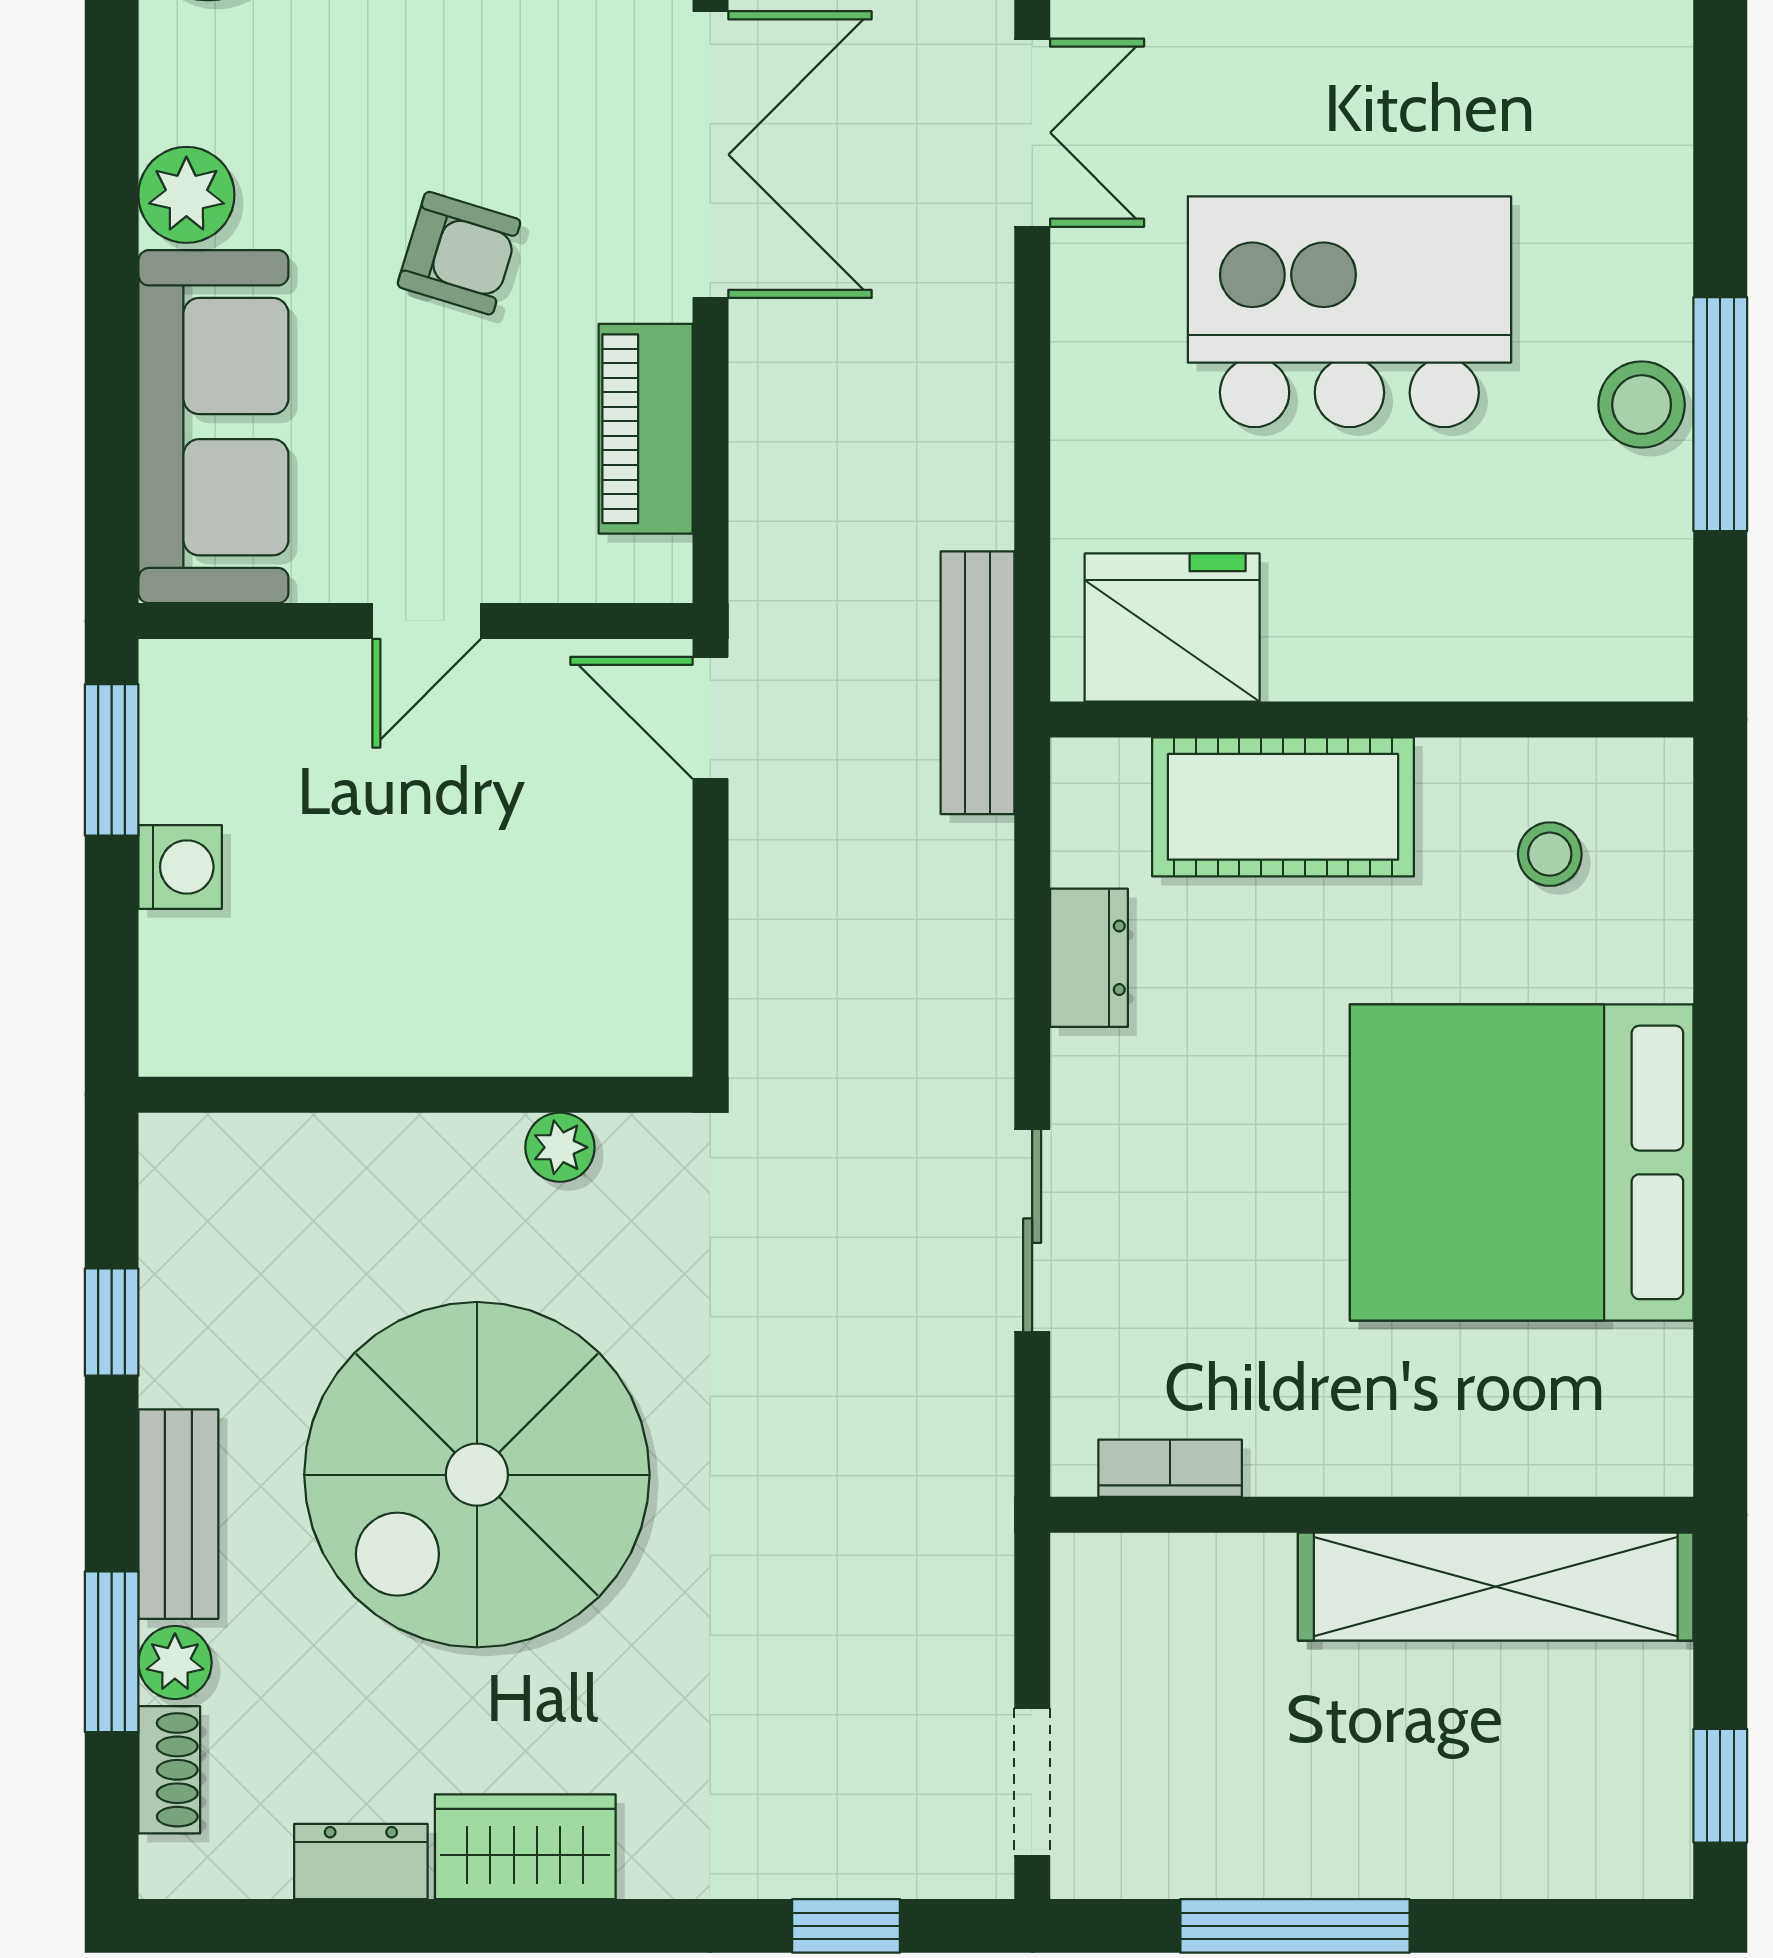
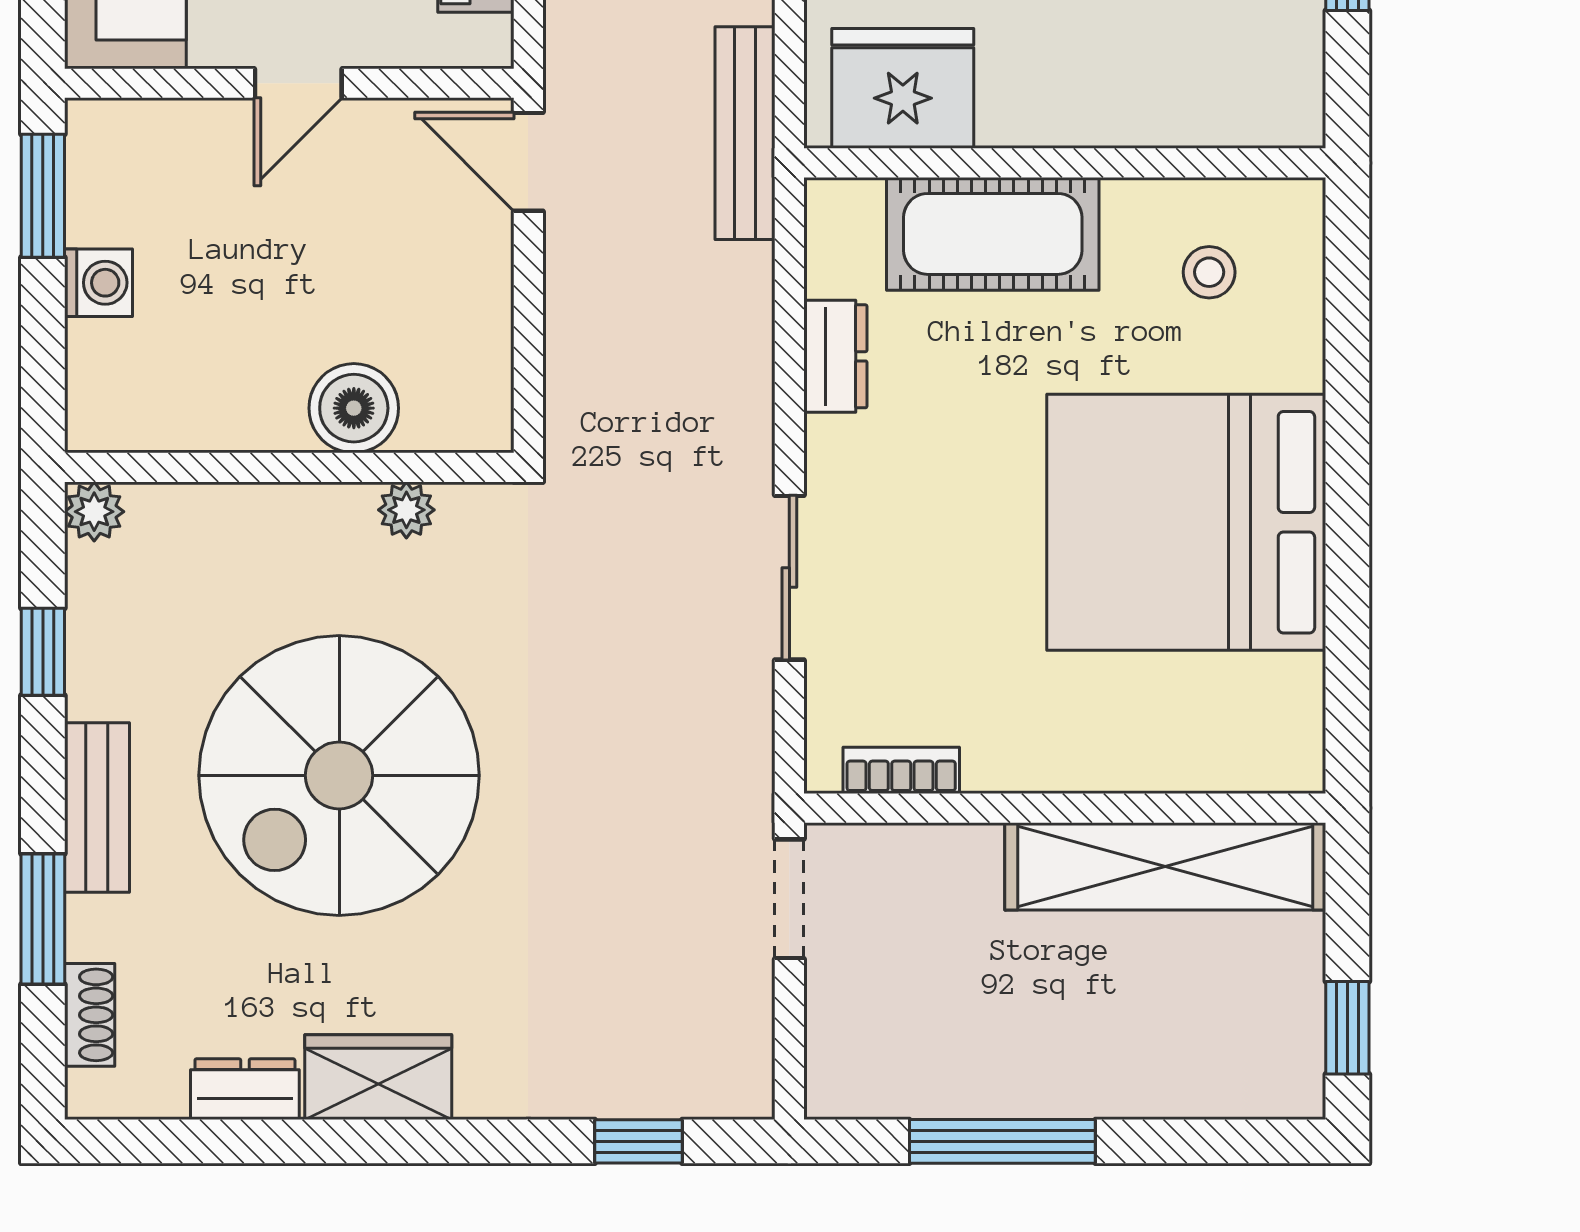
boiler: (495, 1022) -> (354, 408), added
plant: (175, 1663) -> (94, 512), moved
doorway: (1032, 1782) -> (789, 899), moved

